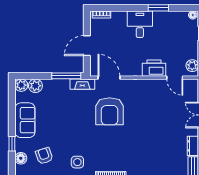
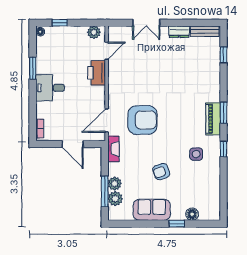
window: (66, 76) -> (105, 191), moved
plant: (21, 85) -> (115, 184), moved
armchair: (44, 156) -> (161, 172), moved

